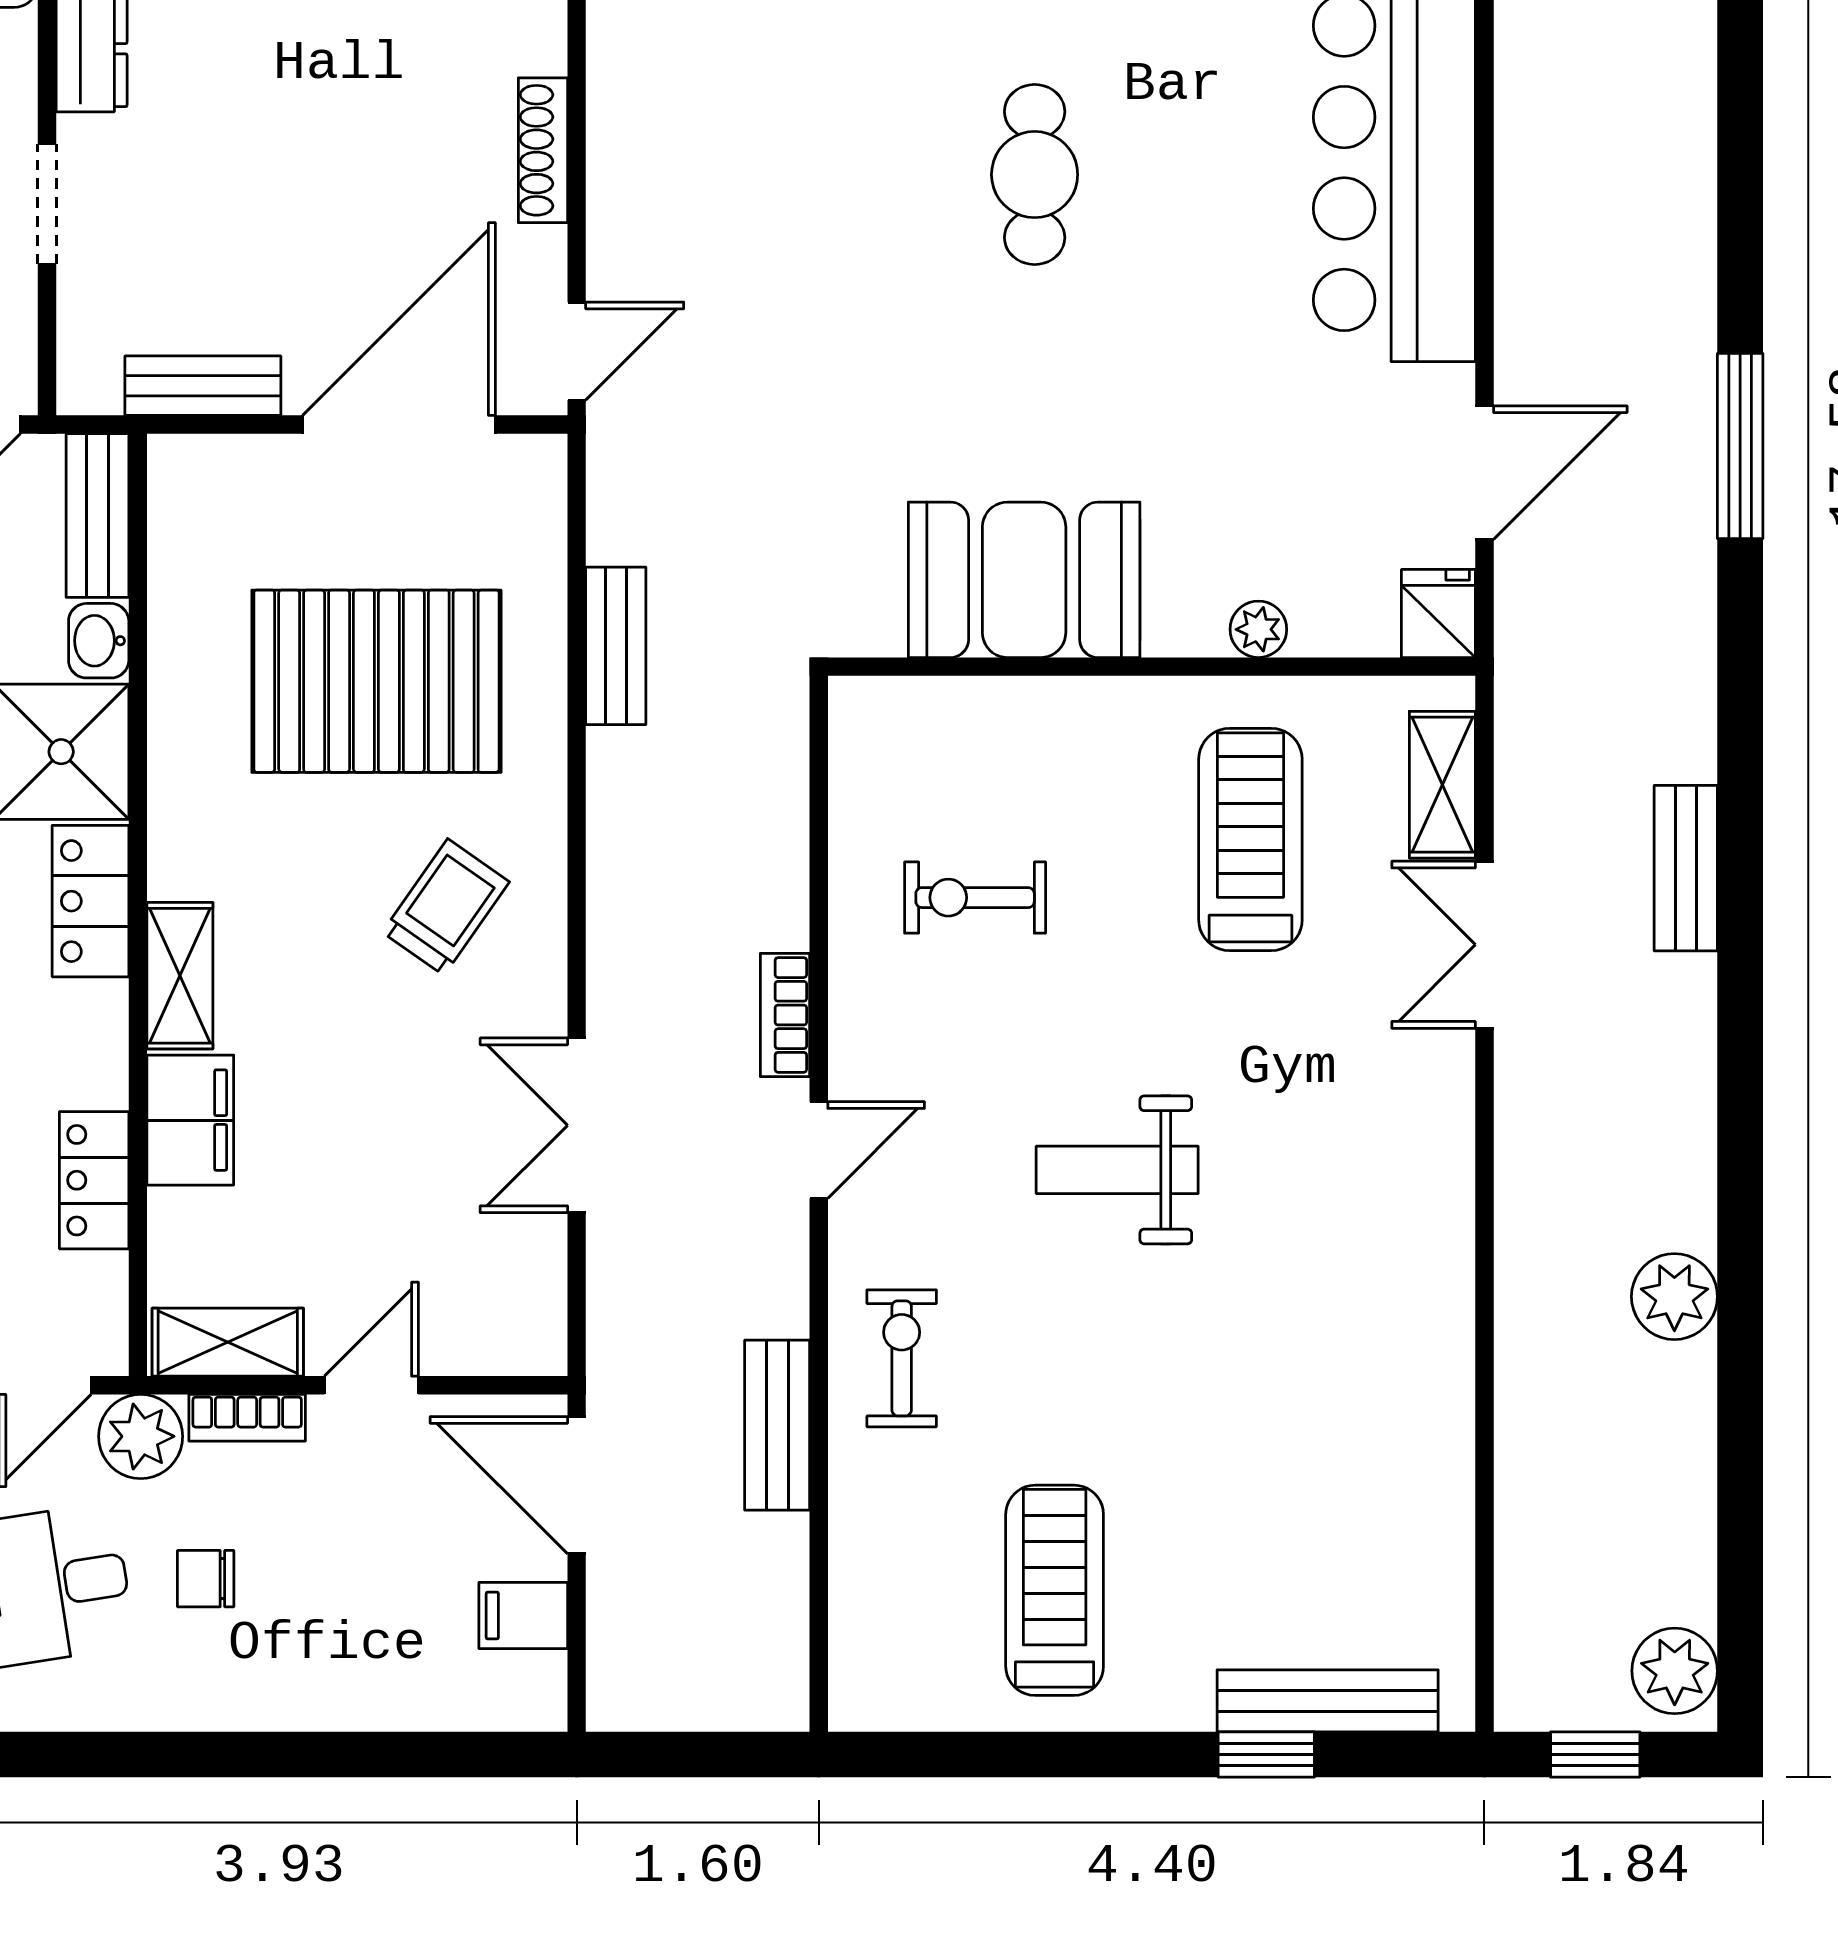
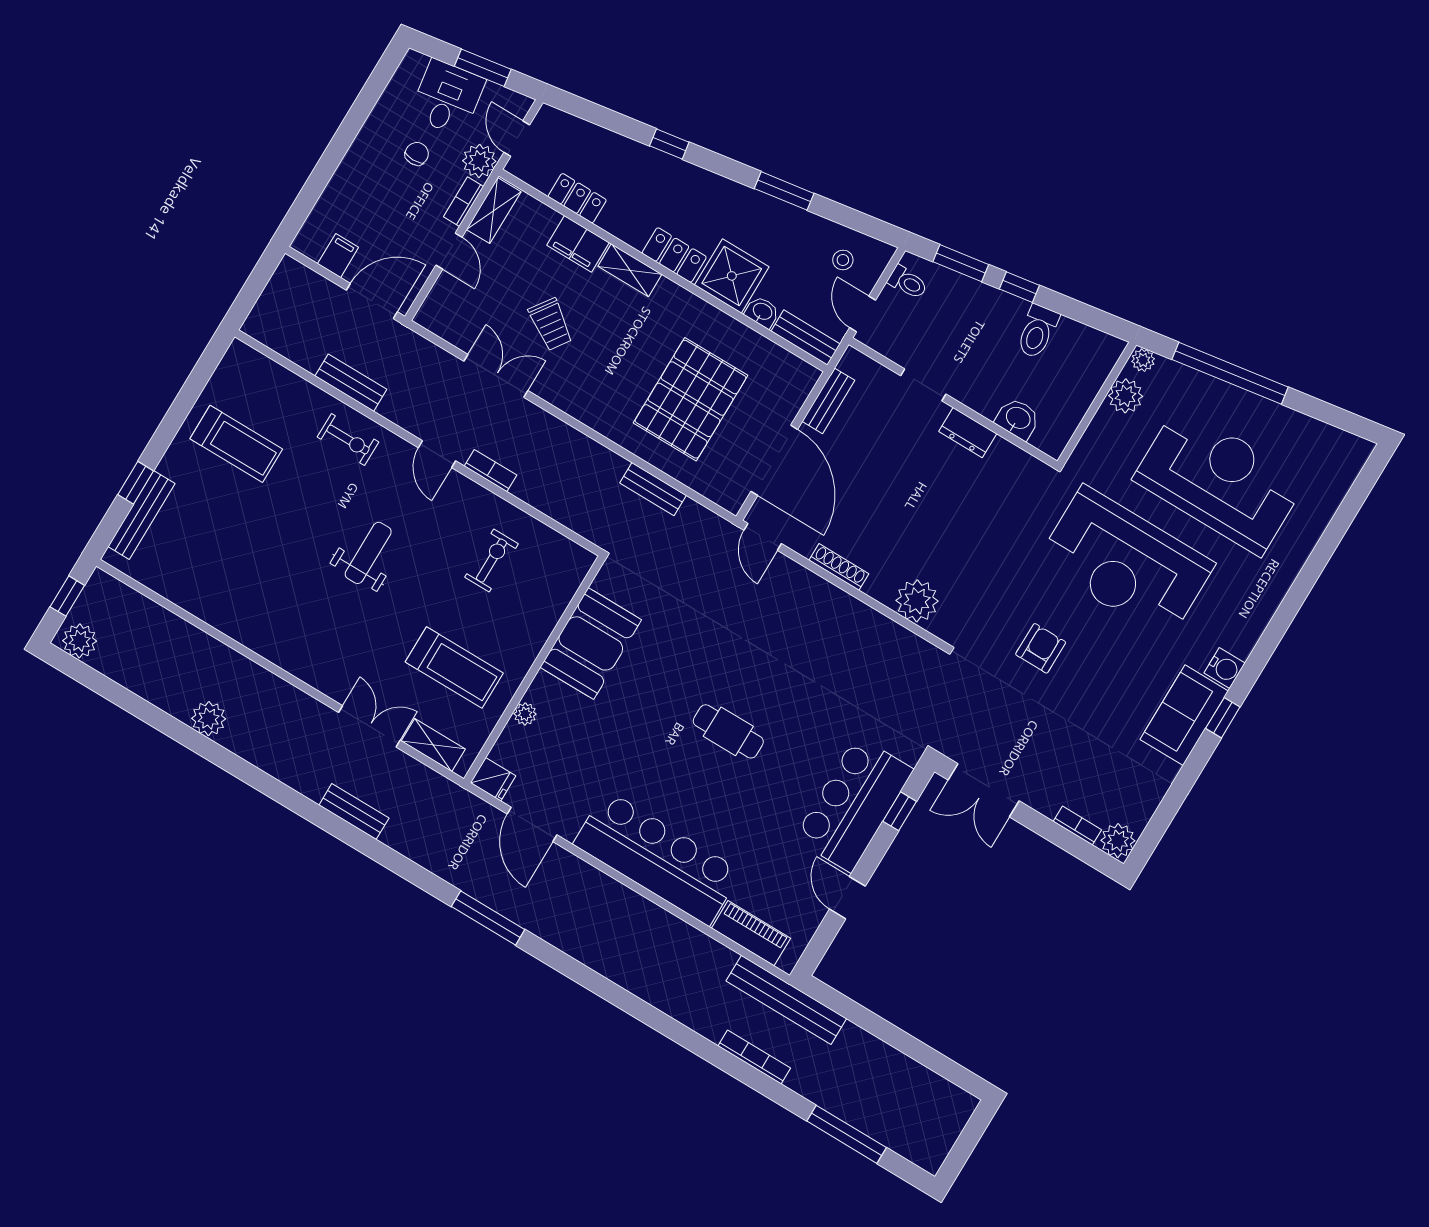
trolley: (446, 907) -> (551, 324), moved

